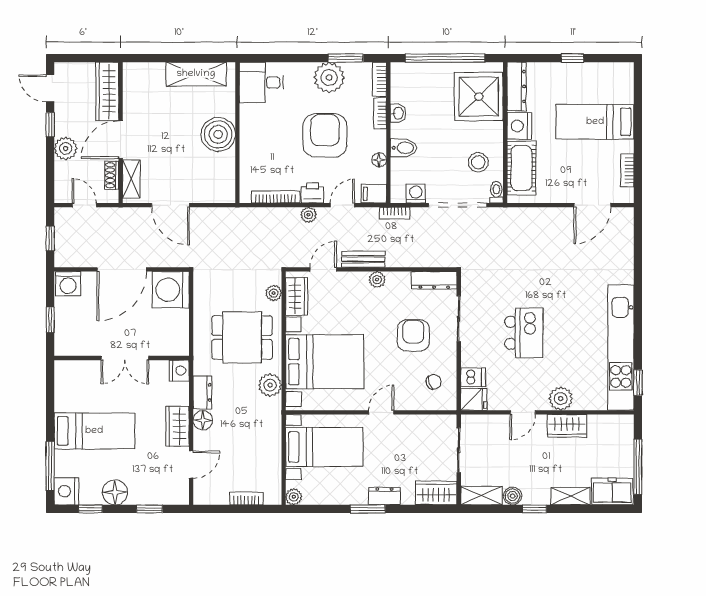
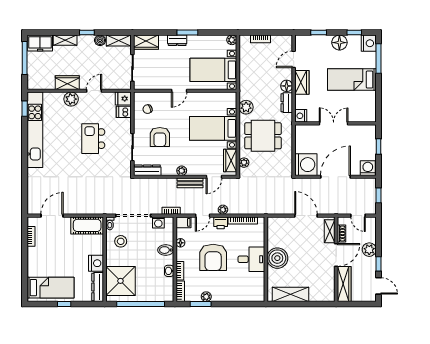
plant: (329, 78) -> (206, 297), width x0.53, depth x0.53
desk: (261, 83) -> (251, 259), moved
bed: (595, 122) -> (50, 288), moved
cot: (521, 168) -> (87, 225), moved, turned 90
bed with nightstands: (325, 362) -> (213, 128), width x0.73

